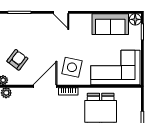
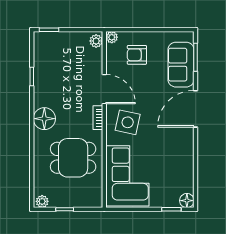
door: (61, 12) -> (196, 109), width x1.88
sofa: (110, 24) -> (181, 65), moved
armchair: (17, 60) -> (137, 55), turned 143

